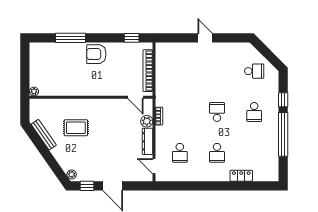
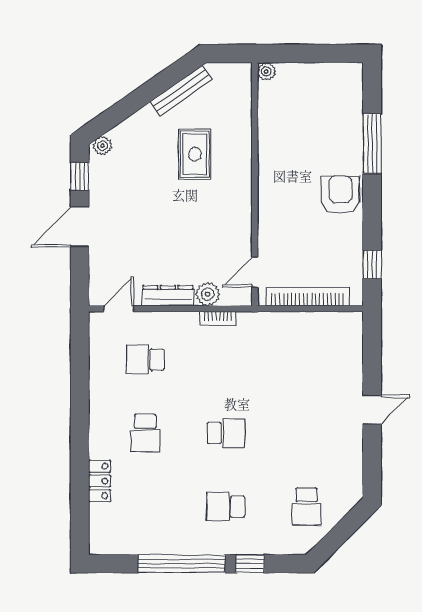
school desk: (217, 153) -> (145, 433), turned -90

